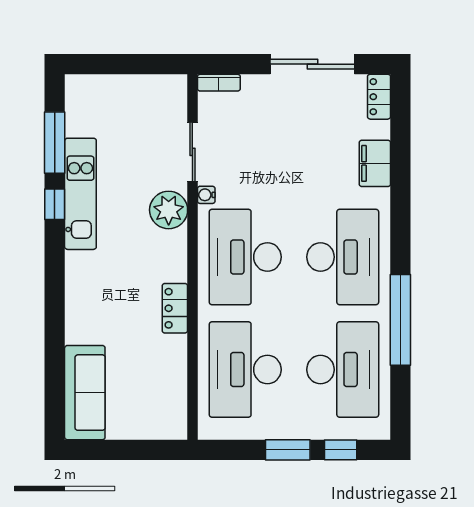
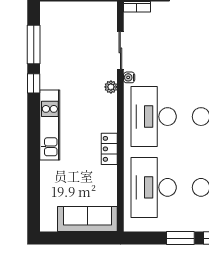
kitchen unit: (80, 194) -> (50, 125), moved
plant: (169, 210) -> (111, 87), width x0.53, depth x0.53
sofa: (85, 393) -> (87, 219), moved, turned -90

